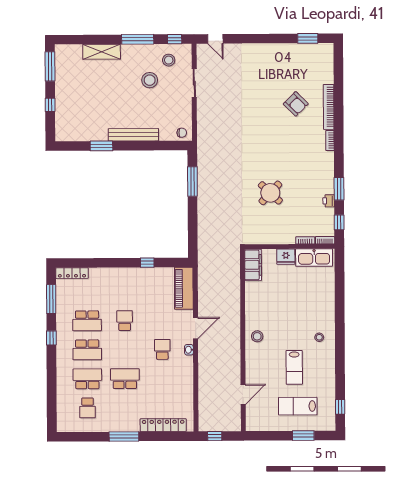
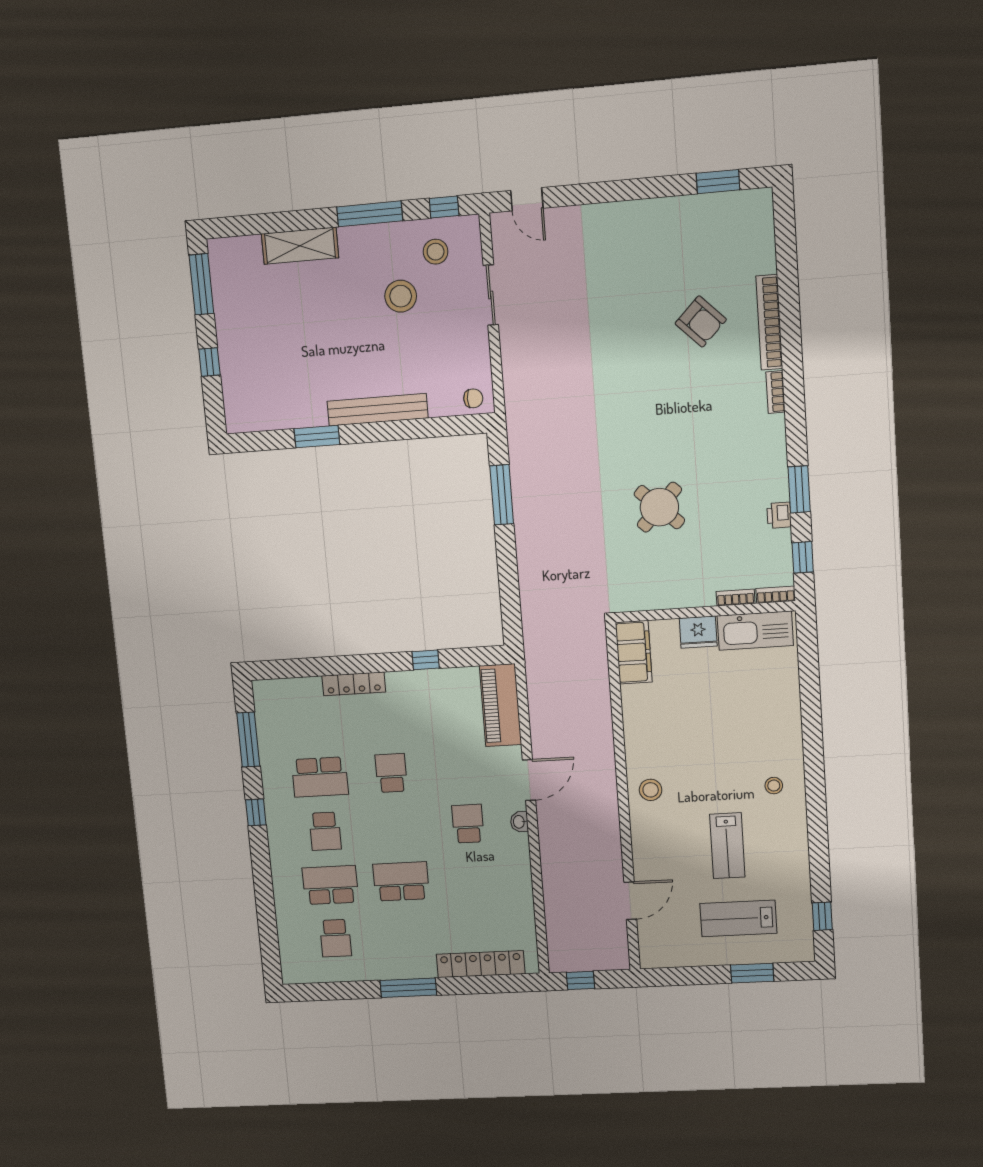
locker: (72, 273) -> (354, 684), moved
school desk: (87, 350) -> (325, 831), width x0.54

